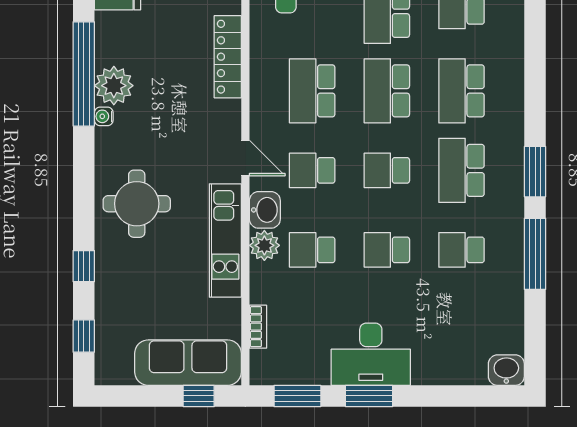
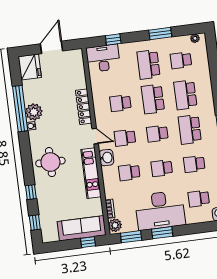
locker: (228, 57) -> (84, 107), moved
school desk: (312, 91) -> (120, 103), width x0.54
plant: (264, 245) -> (115, 225), moved
school desk: (462, 329) -> (199, 199), added
desk: (371, 354) -> (160, 210), width x1.36, depth x1.30

